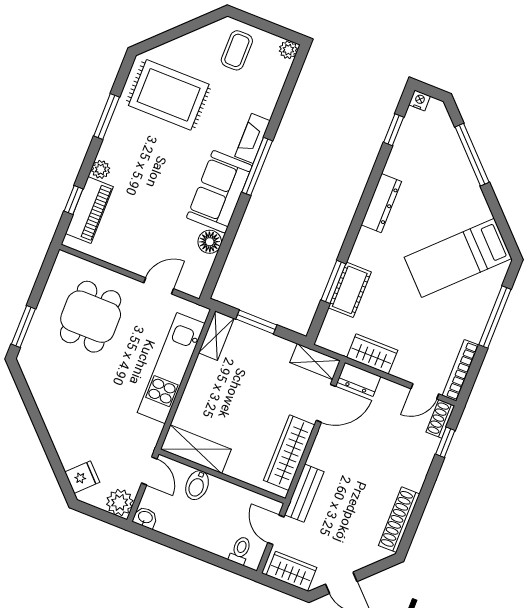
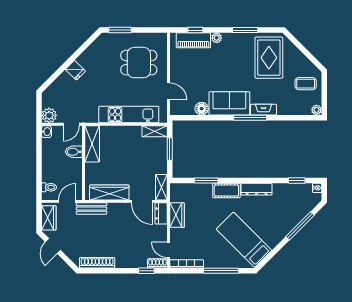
cot: (350, 290) -> (226, 191), moved
fridge: (82, 477) -> (75, 70), moved

